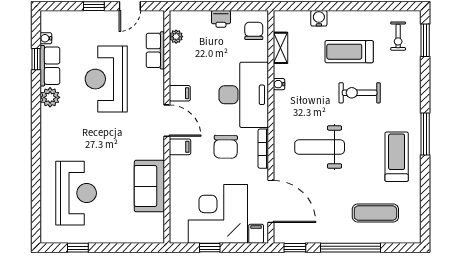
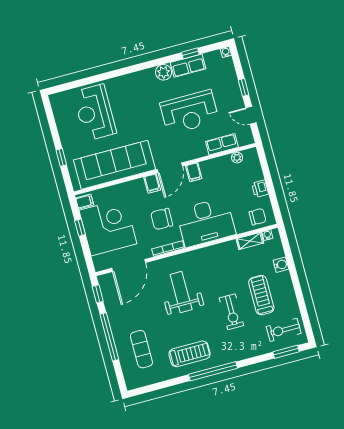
exercise bike: (398, 36) -> (284, 330), width x1.38, depth x1.39
water cooler: (46, 38) -> (226, 52), moved
reception desk: (106, 79) -> (189, 112), turned 180
water cooler: (279, 84) -> (267, 235), moved
exercise bike: (360, 93) -> (231, 312), turned 180
window: (425, 134) -> (213, 371), width x1.46
sofa: (149, 186) -> (114, 165), width x1.85, depth x1.27
reception desk: (76, 193) -> (95, 112), turned 90
filing cabinet: (256, 234) -> (85, 202), moved
window: (78, 248) -> (61, 157), moved

